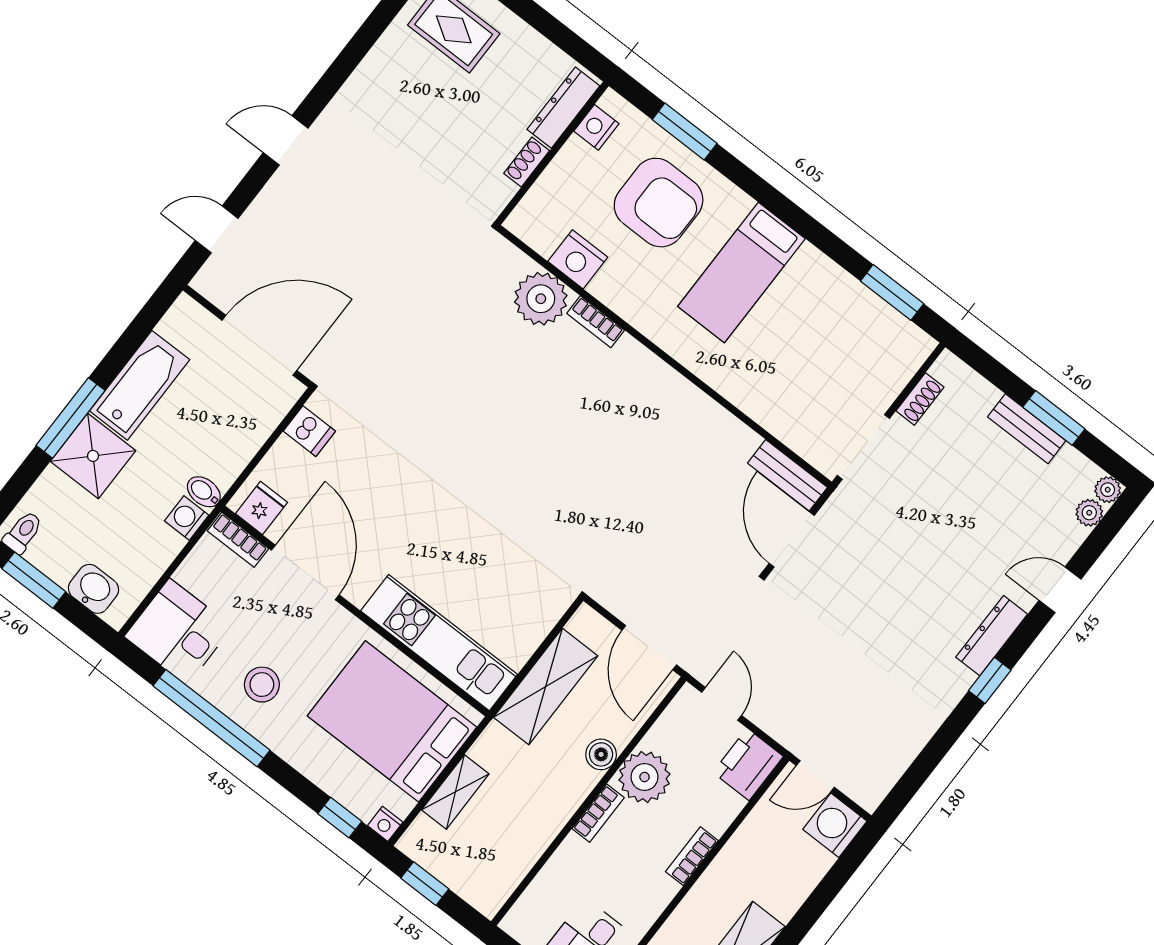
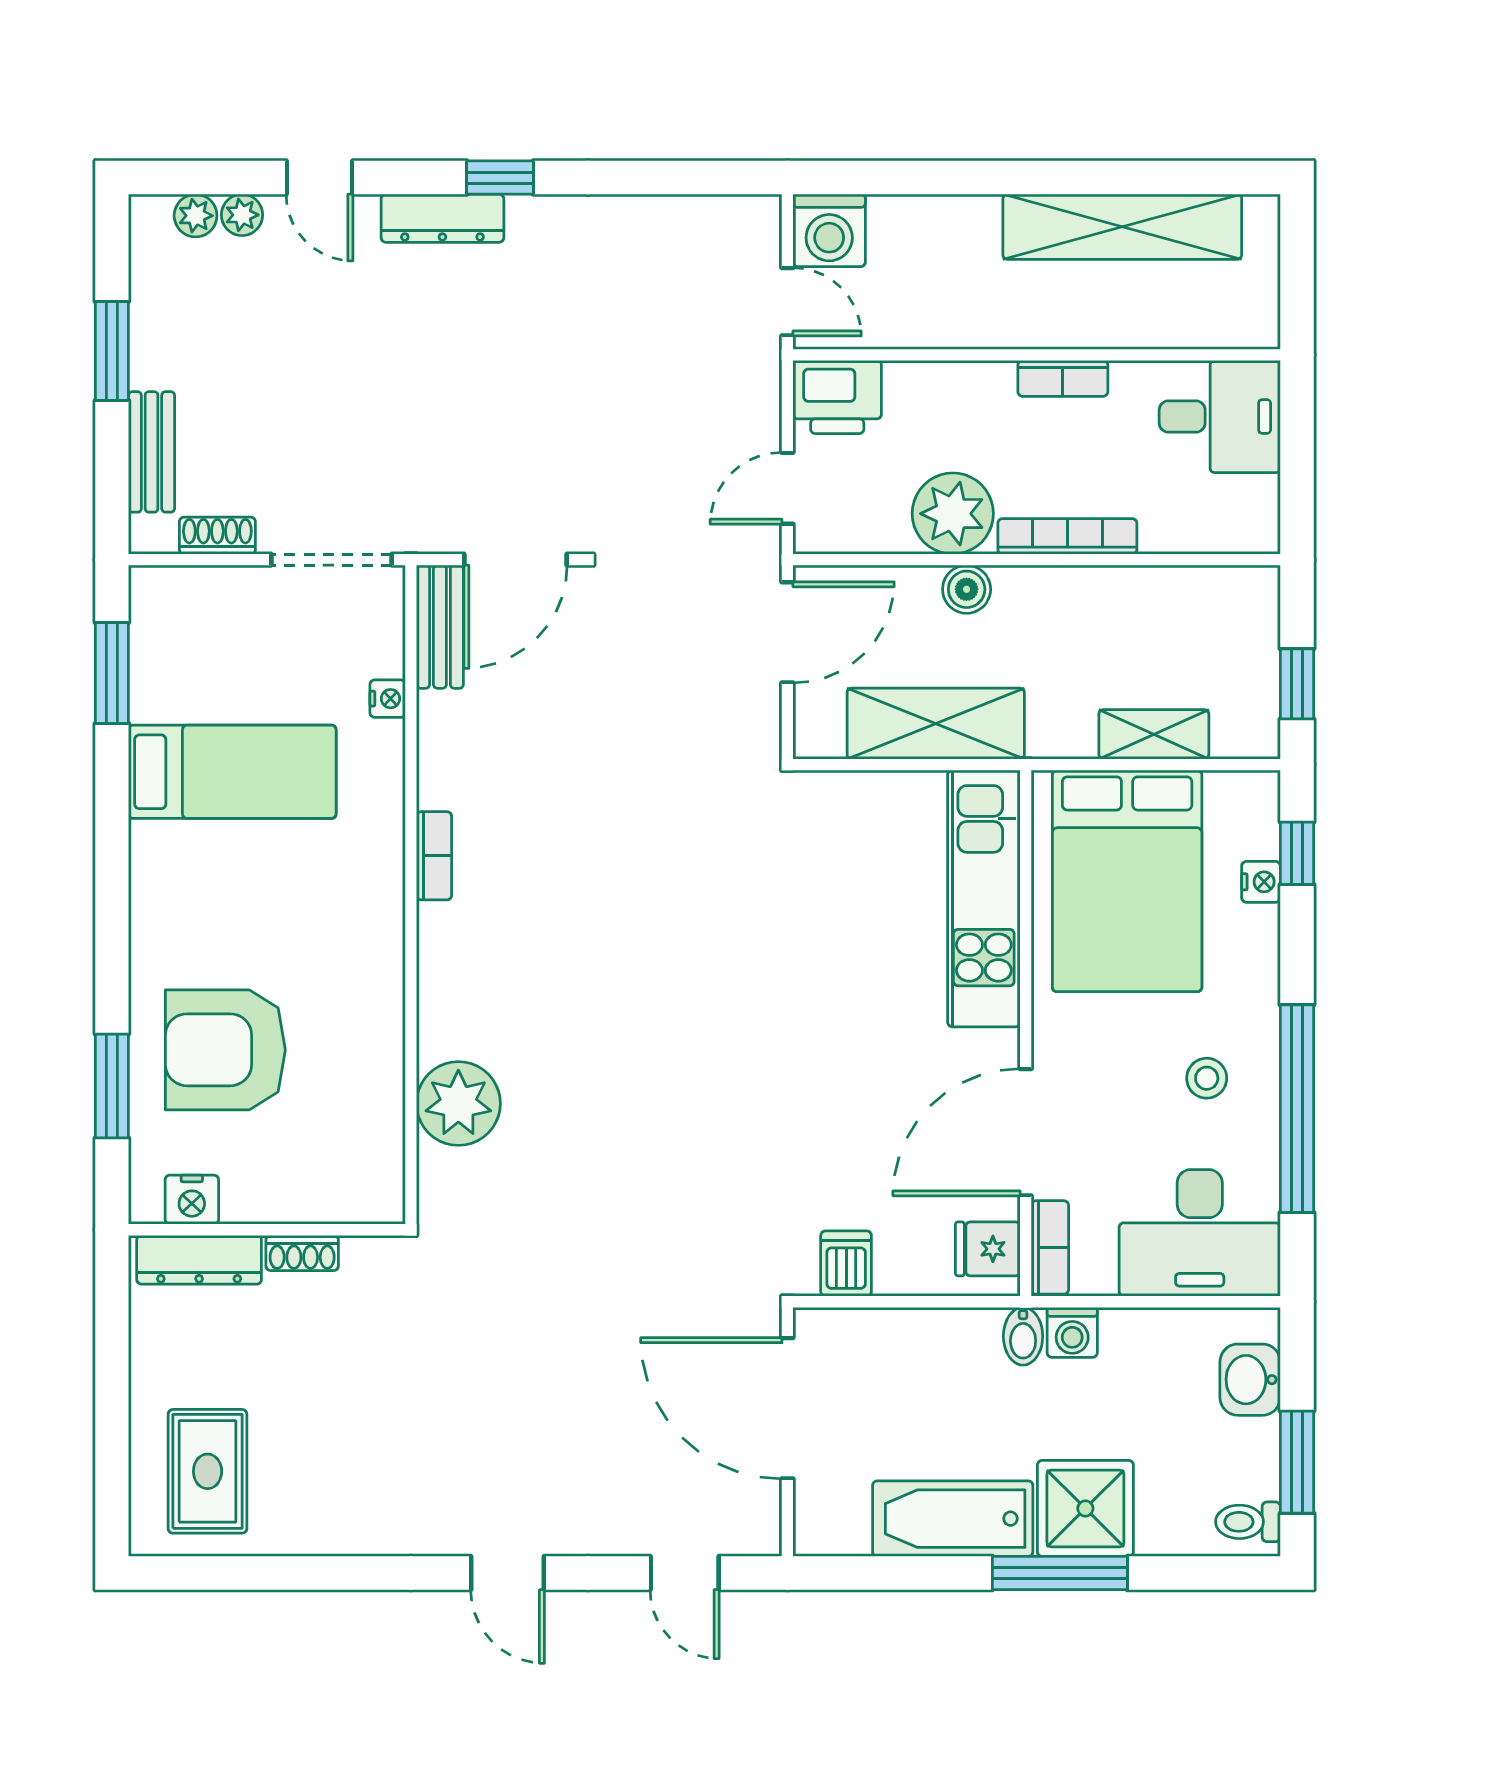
armchair: (659, 203) -> (225, 1050), turned -90
nightstand: (578, 259) -> (388, 699), moved, width x0.53, depth x0.56
bed: (741, 272) -> (232, 772), moved
bookcase: (596, 322) -> (434, 856), moved
bench: (1027, 429) -> (152, 452), moved
plant: (1108, 490) -> (242, 215), moved
desk: (178, 632) -> (1200, 1233), width x1.37
stool: (262, 685) -> (1207, 1078), width x0.73, depth x0.73
bookcase: (598, 813) -> (1067, 536), width x1.56
nightstand: (385, 824) -> (1261, 882), moved
bookcase: (692, 856) -> (1063, 378), moved

